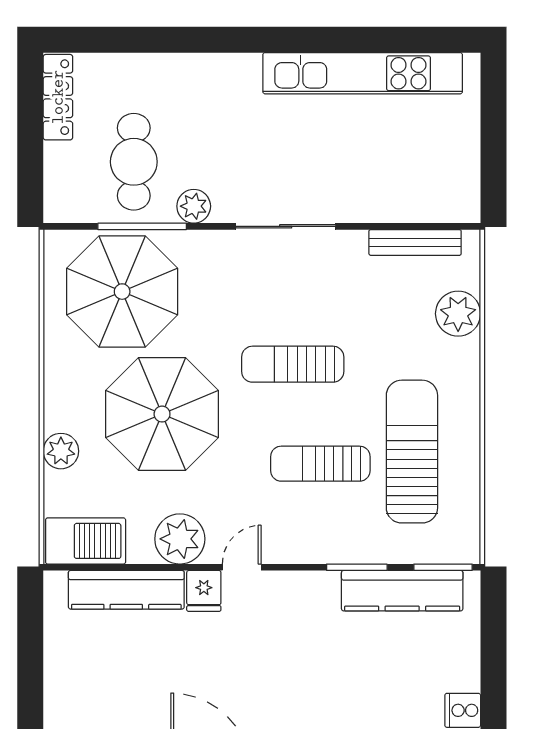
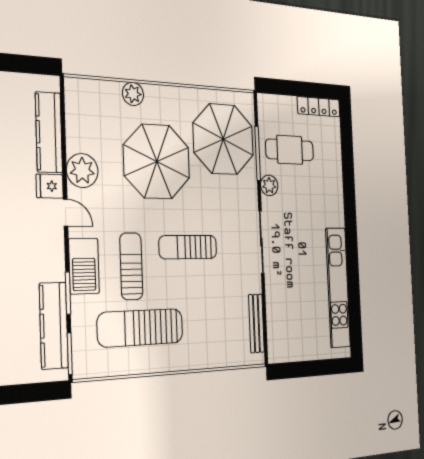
plant: (458, 314) -> (220, 353), removed
sun lounger: (293, 364) -> (188, 247), turned -90
sun lounger: (412, 452) -> (141, 328), turned 180
barbecue: (86, 541) -> (84, 266), moved

